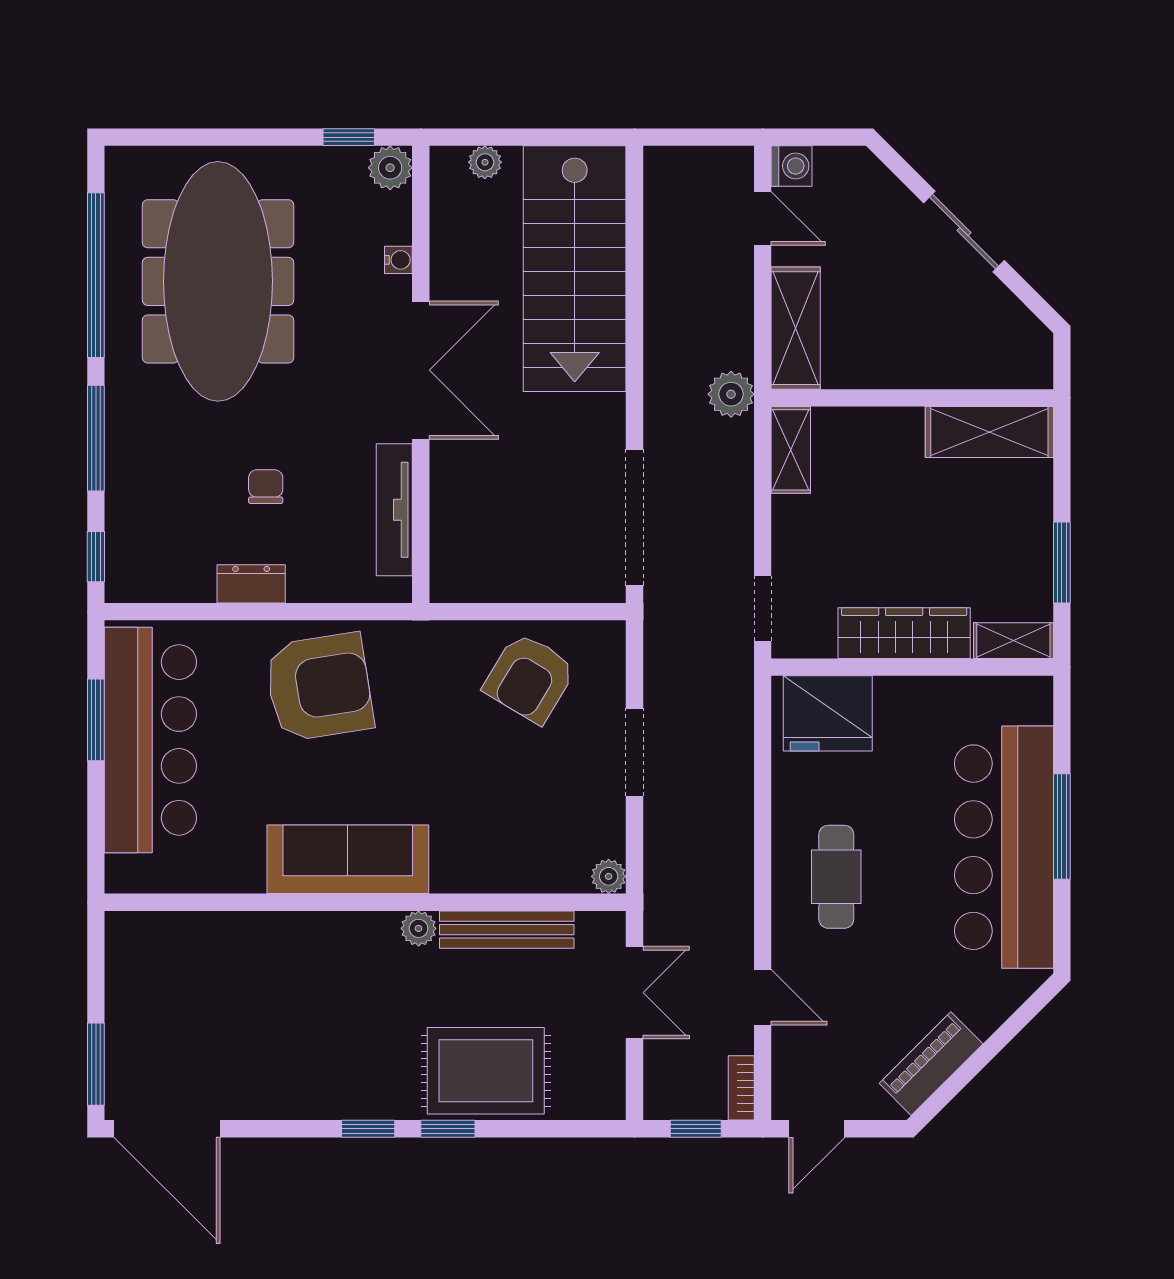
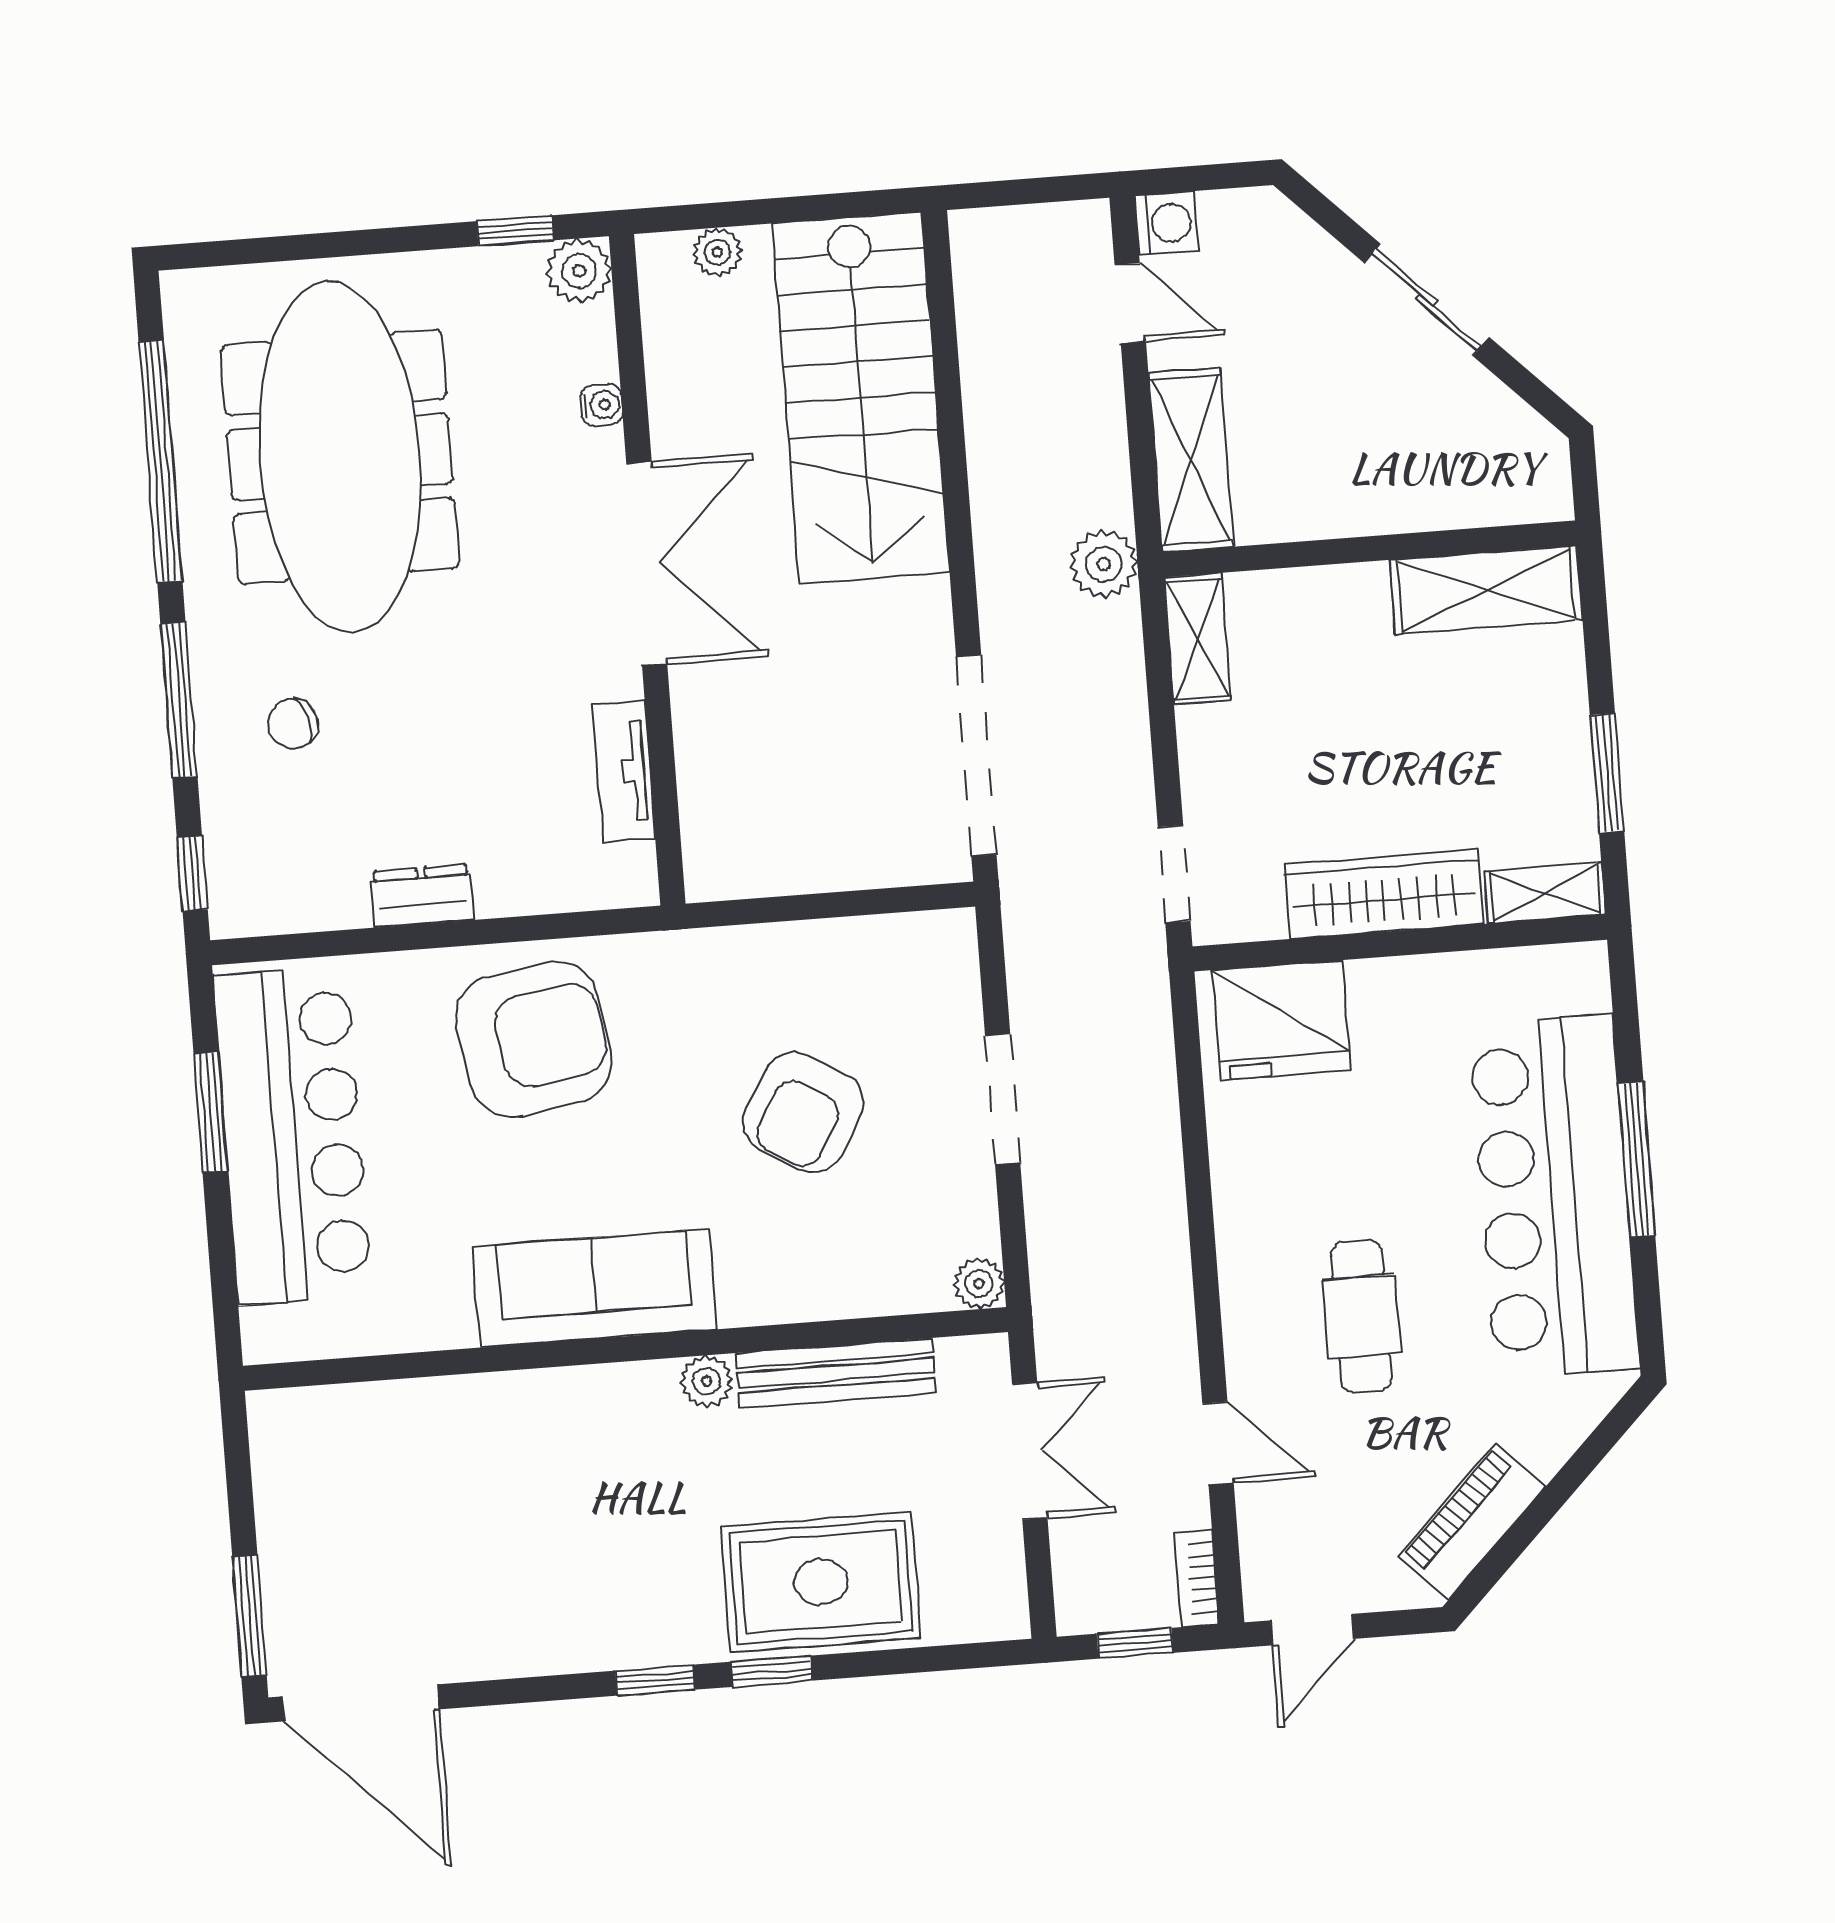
chair: (266, 487) -> (293, 724), moved, turned -106
tv unit: (394, 510) -> (624, 771), width x0.71
armchair: (530, 678) -> (803, 1112), moved
cafe table: (836, 877) -> (1362, 1317), moved

